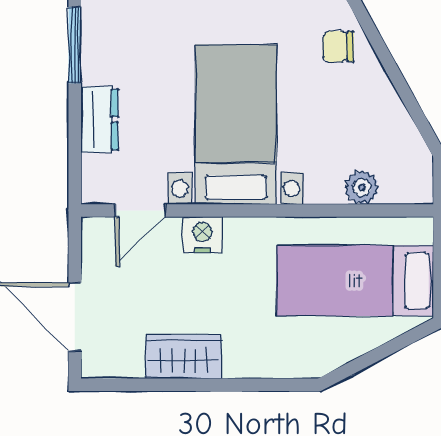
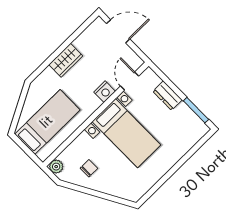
chair: (338, 47) -> (89, 168), moved
plant: (362, 187) -> (56, 167), moved
wardrobe: (184, 357) -> (66, 60), moved

